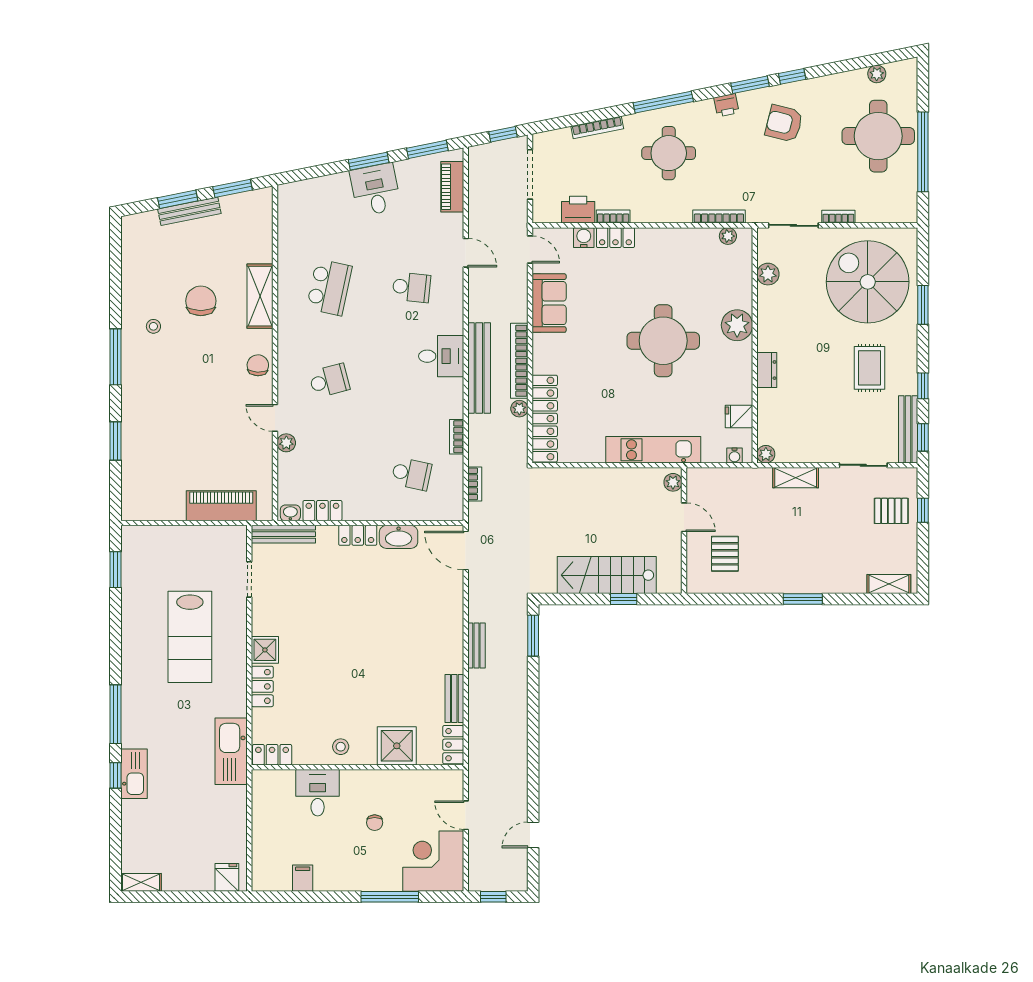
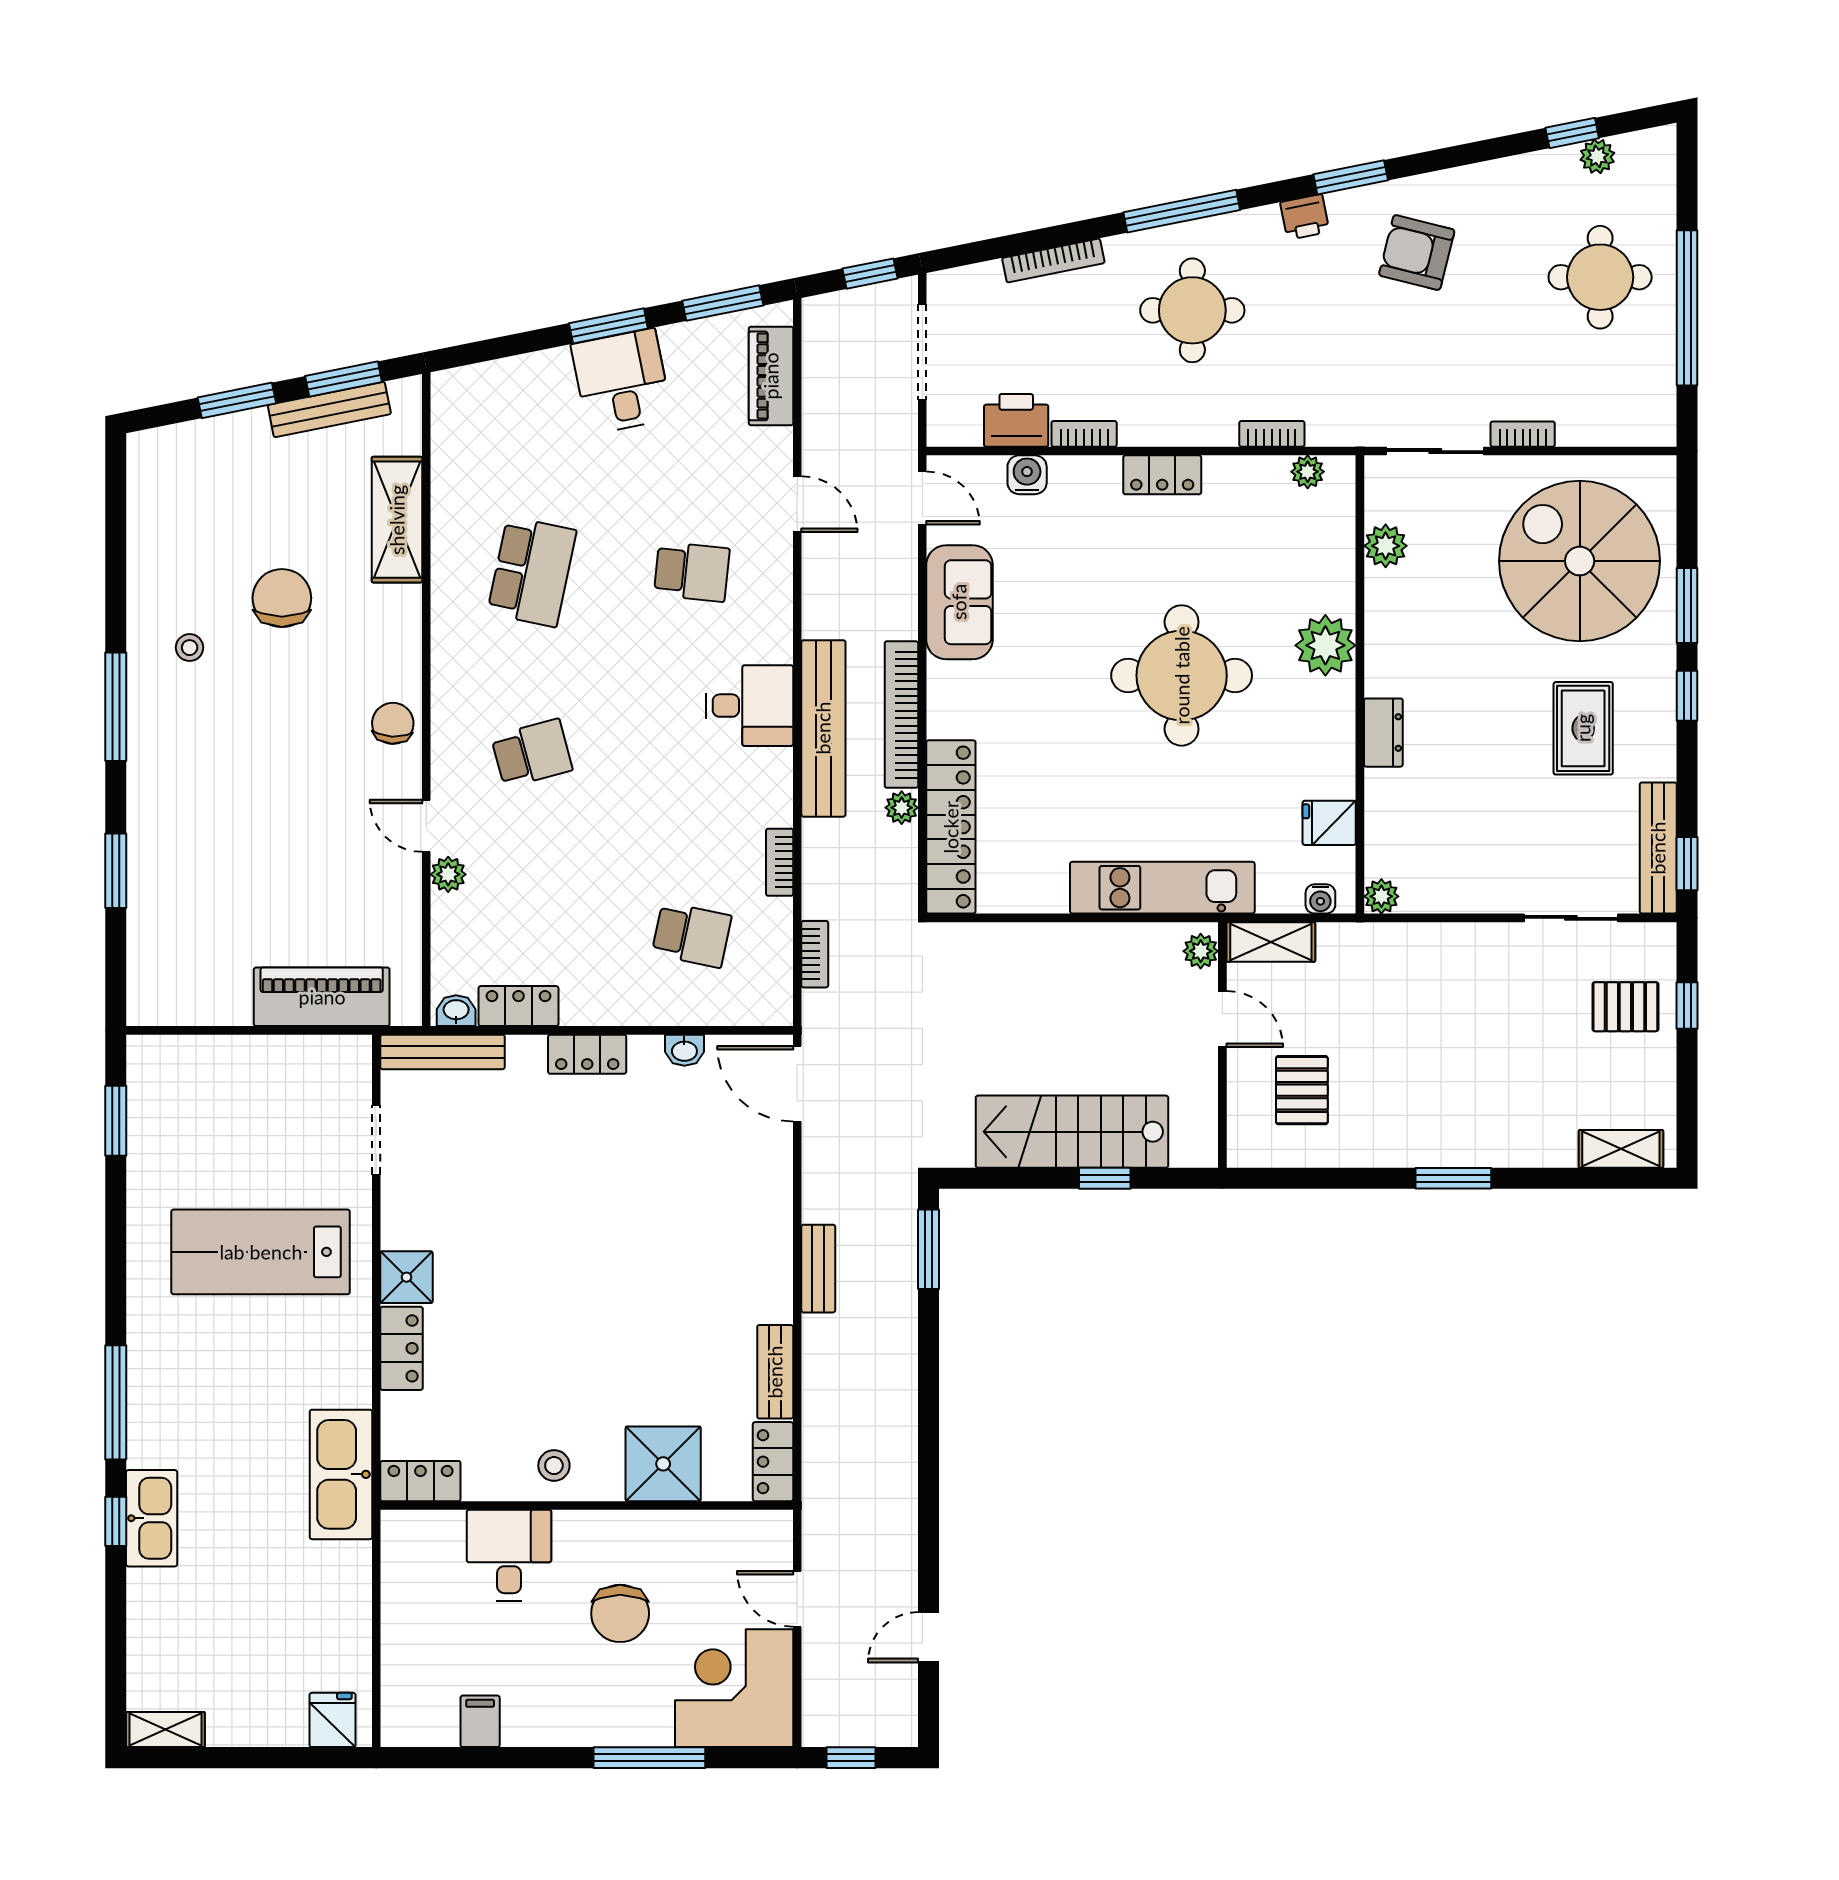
window: (792, 76) -> (1572, 133), moved
round table: (878, 136) -> (1600, 277), width x0.73, depth x0.73
bench: (189, 211) -> (329, 409), moved
bookcase: (719, 217) -> (1272, 434), width x0.64
locker: (615, 238) -> (1162, 475), moved
shelving: (260, 296) -> (397, 520), moved
window: (923, 386) -> (1687, 696), moved
shelving: (796, 478) -> (1271, 942), moved
washbasin: (399, 537) -> (684, 1050), width x0.52, depth x0.69
lab bench: (190, 637) -> (261, 1252), turned 90
chair: (375, 823) -> (620, 1613), width x1.87, depth x1.87

